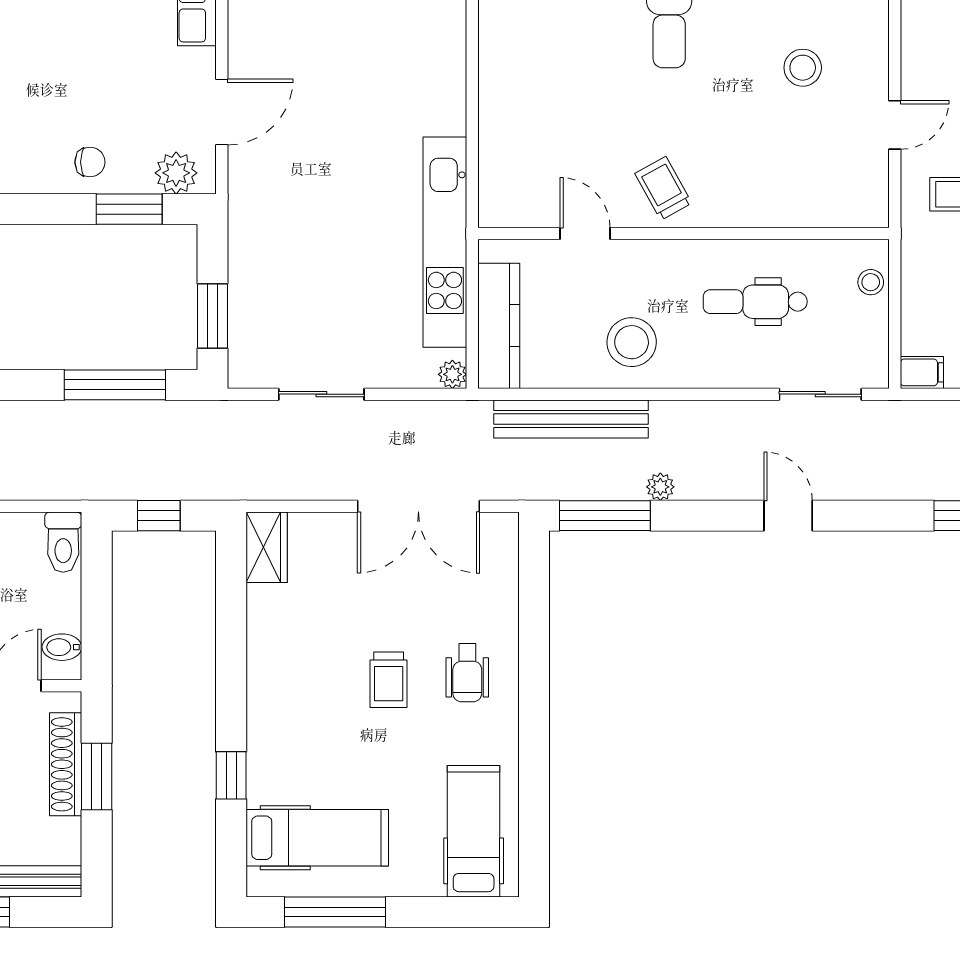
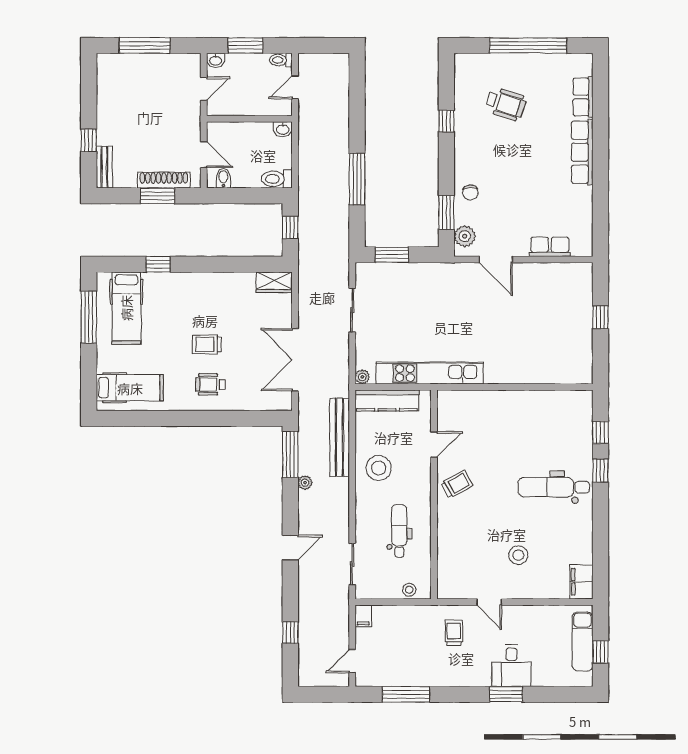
window: (115, 385) -> (357, 179), moved

